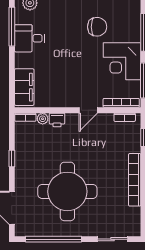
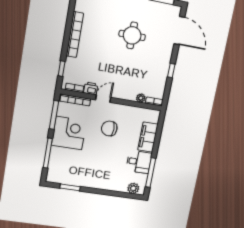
chair: (97, 27) -> (109, 128), moved
filing cabinet: (24, 87) -> (148, 137), moved
printer: (57, 120) -> (91, 88), moved
round table: (67, 191) -> (132, 35), width x0.54, depth x0.54

